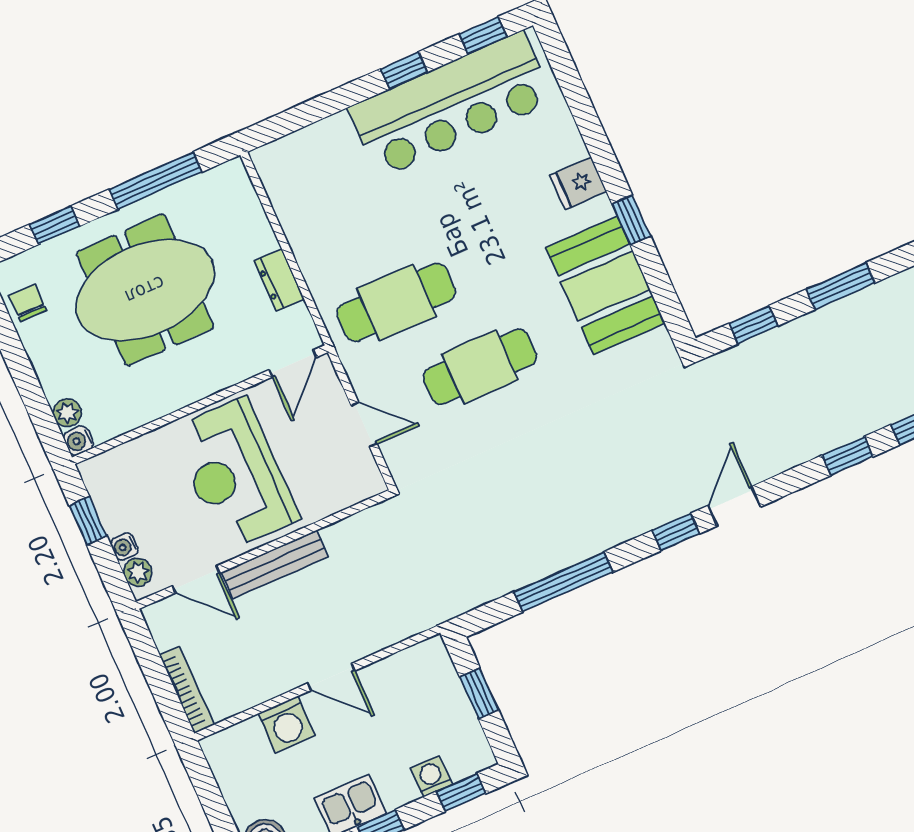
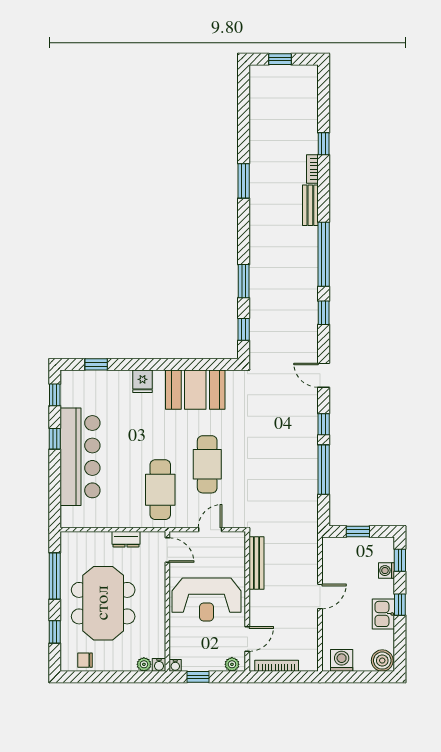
bar counter: (451, 104) -> (80, 457), moved
window: (631, 220) -> (96, 364), moved
window: (676, 532) -> (324, 424), moved
water cooler: (124, 547) -> (175, 665), moved
bench: (275, 564) -> (257, 563), moved
bookcase: (187, 690) -> (277, 666), moved
washing machine: (287, 724) -> (342, 660), moved, turned -90

